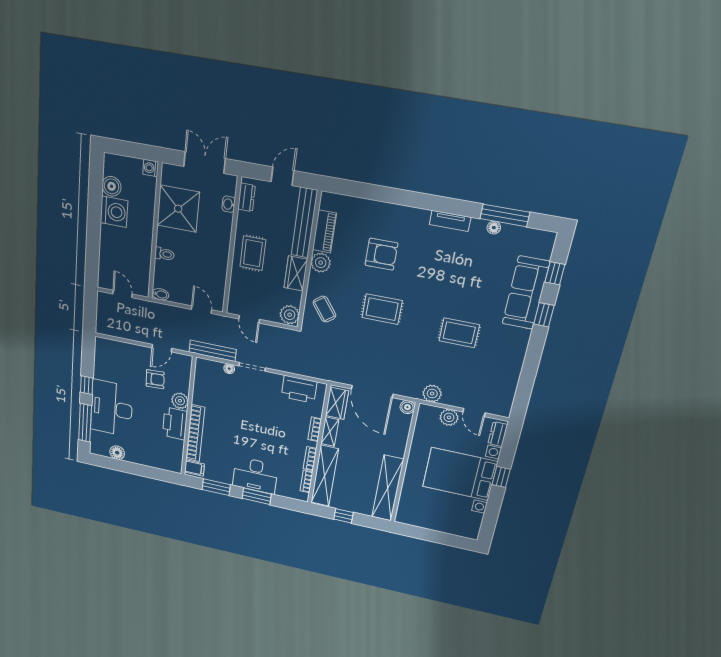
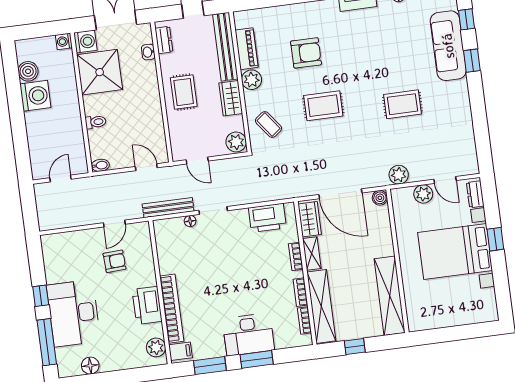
washing machine: (171, 175) -> (85, 41), added
door: (122, 294) -> (61, 178), hinge flipped
plant: (180, 401) -> (156, 347), moved

